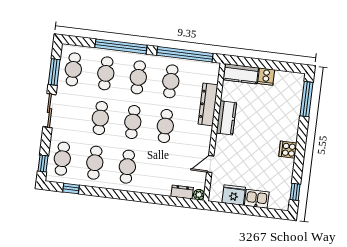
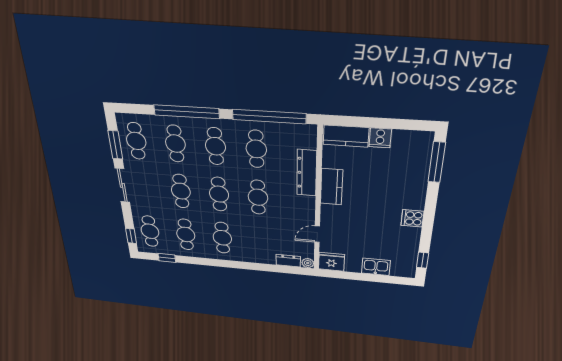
fridge: (234, 195) -> (331, 262), moved

